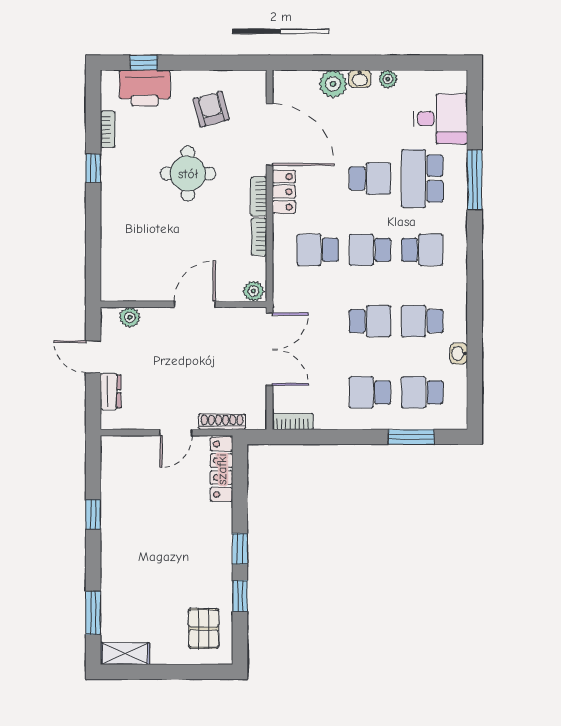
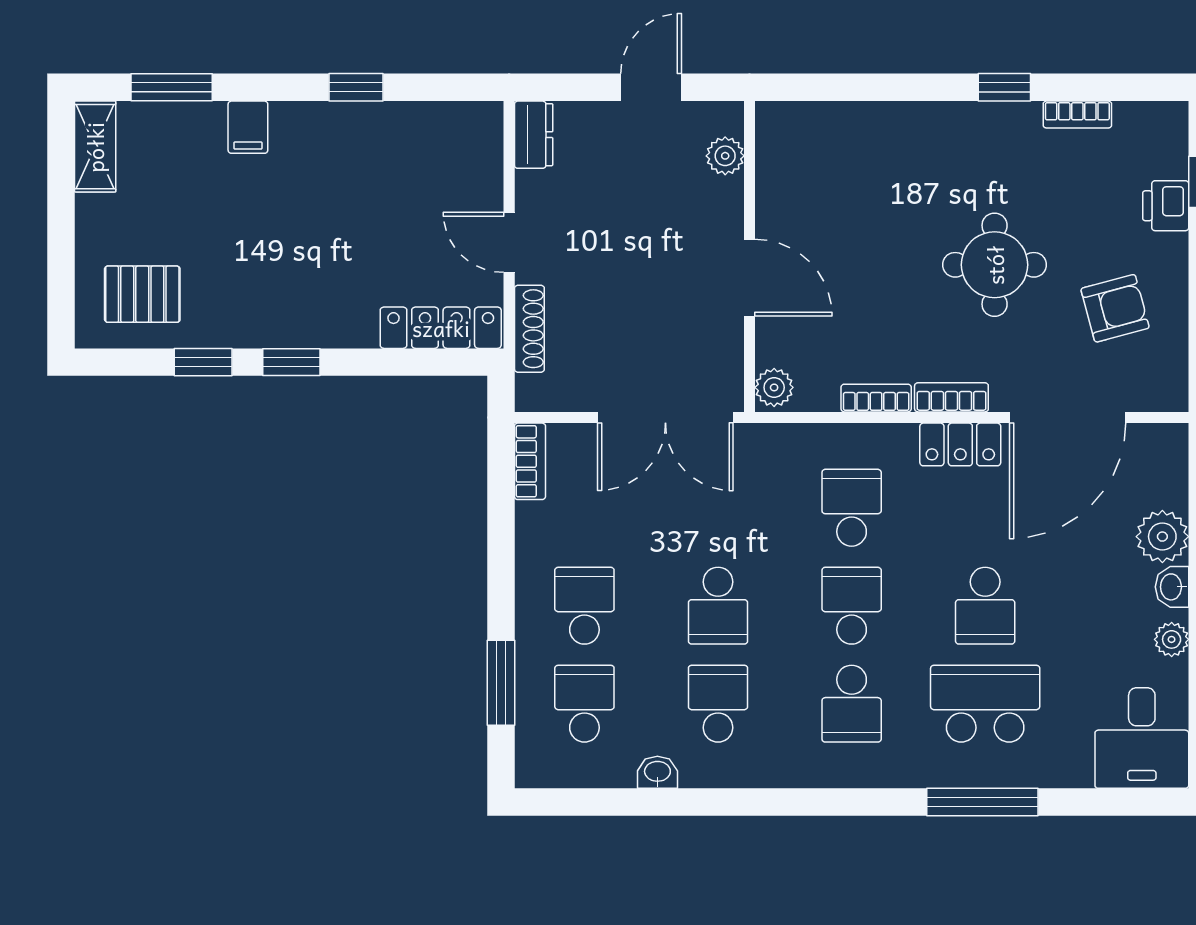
printer: (145, 88) -> (1166, 206), width x0.53, depth x0.68
desk: (441, 119) -> (1142, 738), moved
dresser: (111, 391) -> (534, 135), moved, turned -90
filing cabinet: (114, 572) -> (248, 127), added

